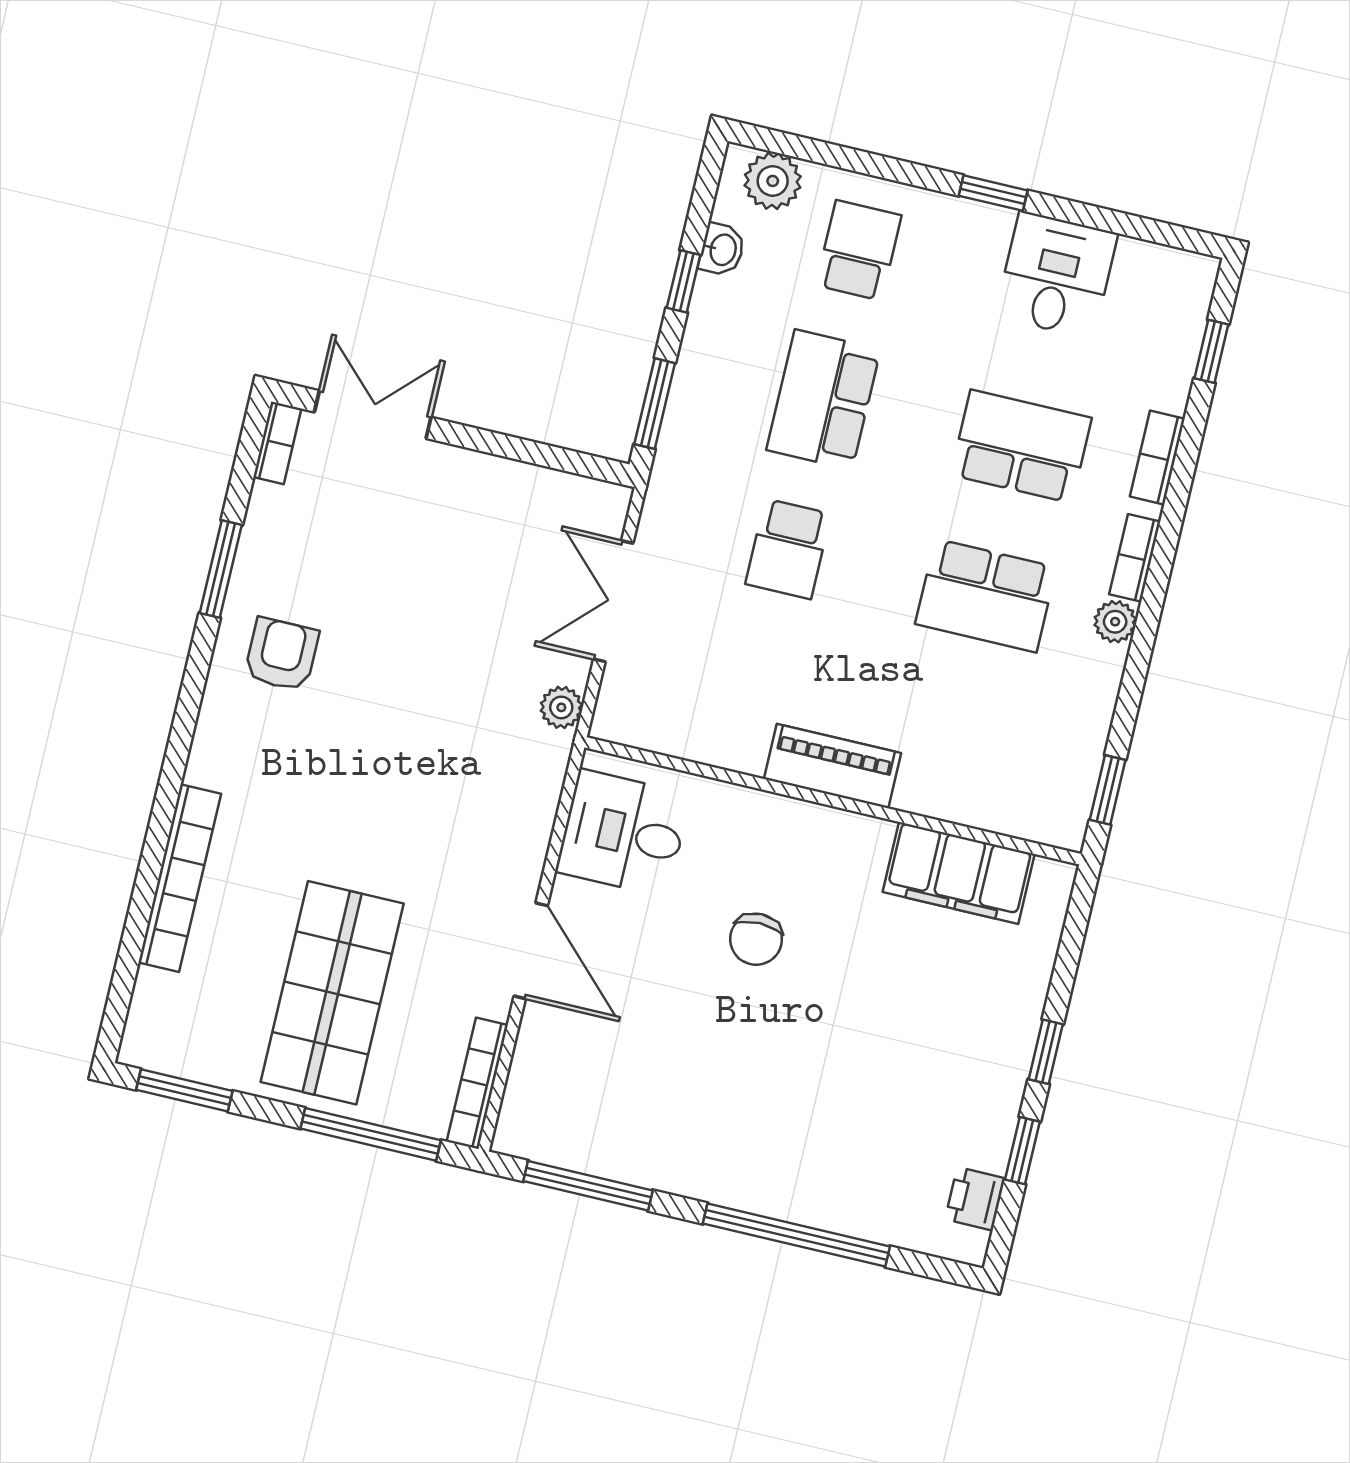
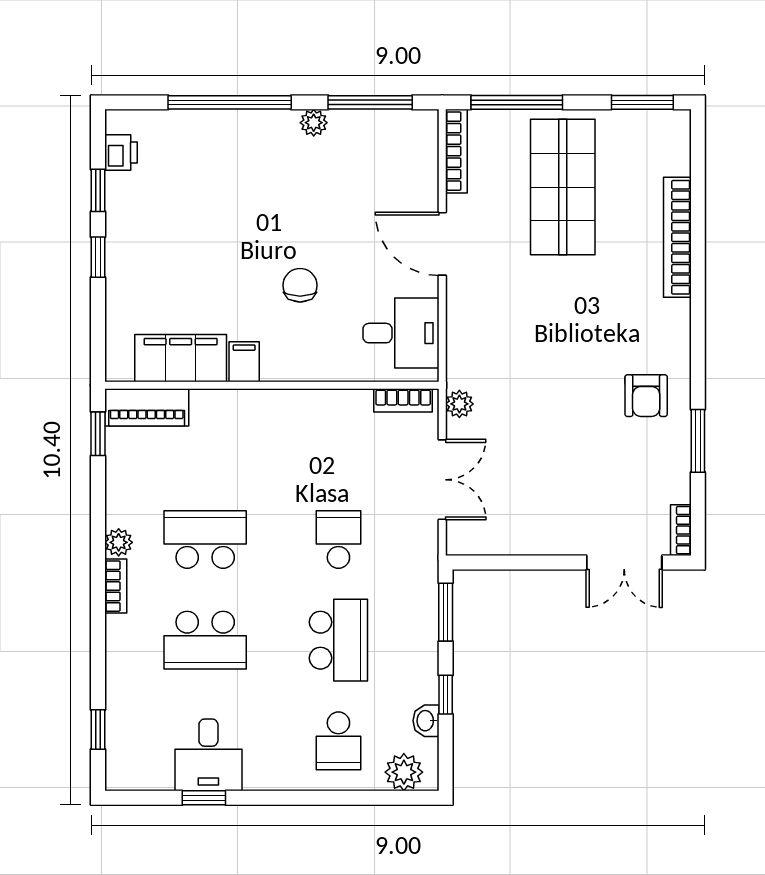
window: (993, 193) -> (204, 798), moved
bookcase: (1157, 458) -> (403, 400), moved, turned 90
piano: (832, 766) -> (147, 407), moved
filing cabinet: (866, 845) -> (244, 362), added
plant: (679, 1175) -> (314, 123), added

